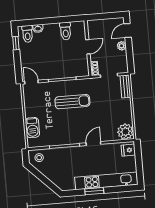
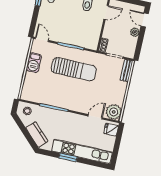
door: (128, 30) -> (145, 20), hinge flipped
door: (88, 47) -> (106, 12), moved
sun lounger: (72, 102) -> (74, 69), width x1.36, depth x1.34
barbecue: (32, 128) -> (34, 63), moved
door: (93, 144) -> (95, 117), moved
kitchen counter: (56, 178) -> (37, 134), added

